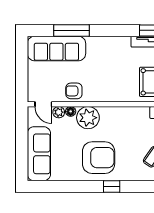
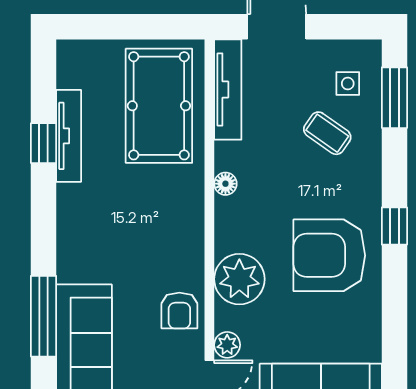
floor lamp: (71, 111) -> (225, 184), moved
armchair: (99, 158) -> (329, 255), turned -90

